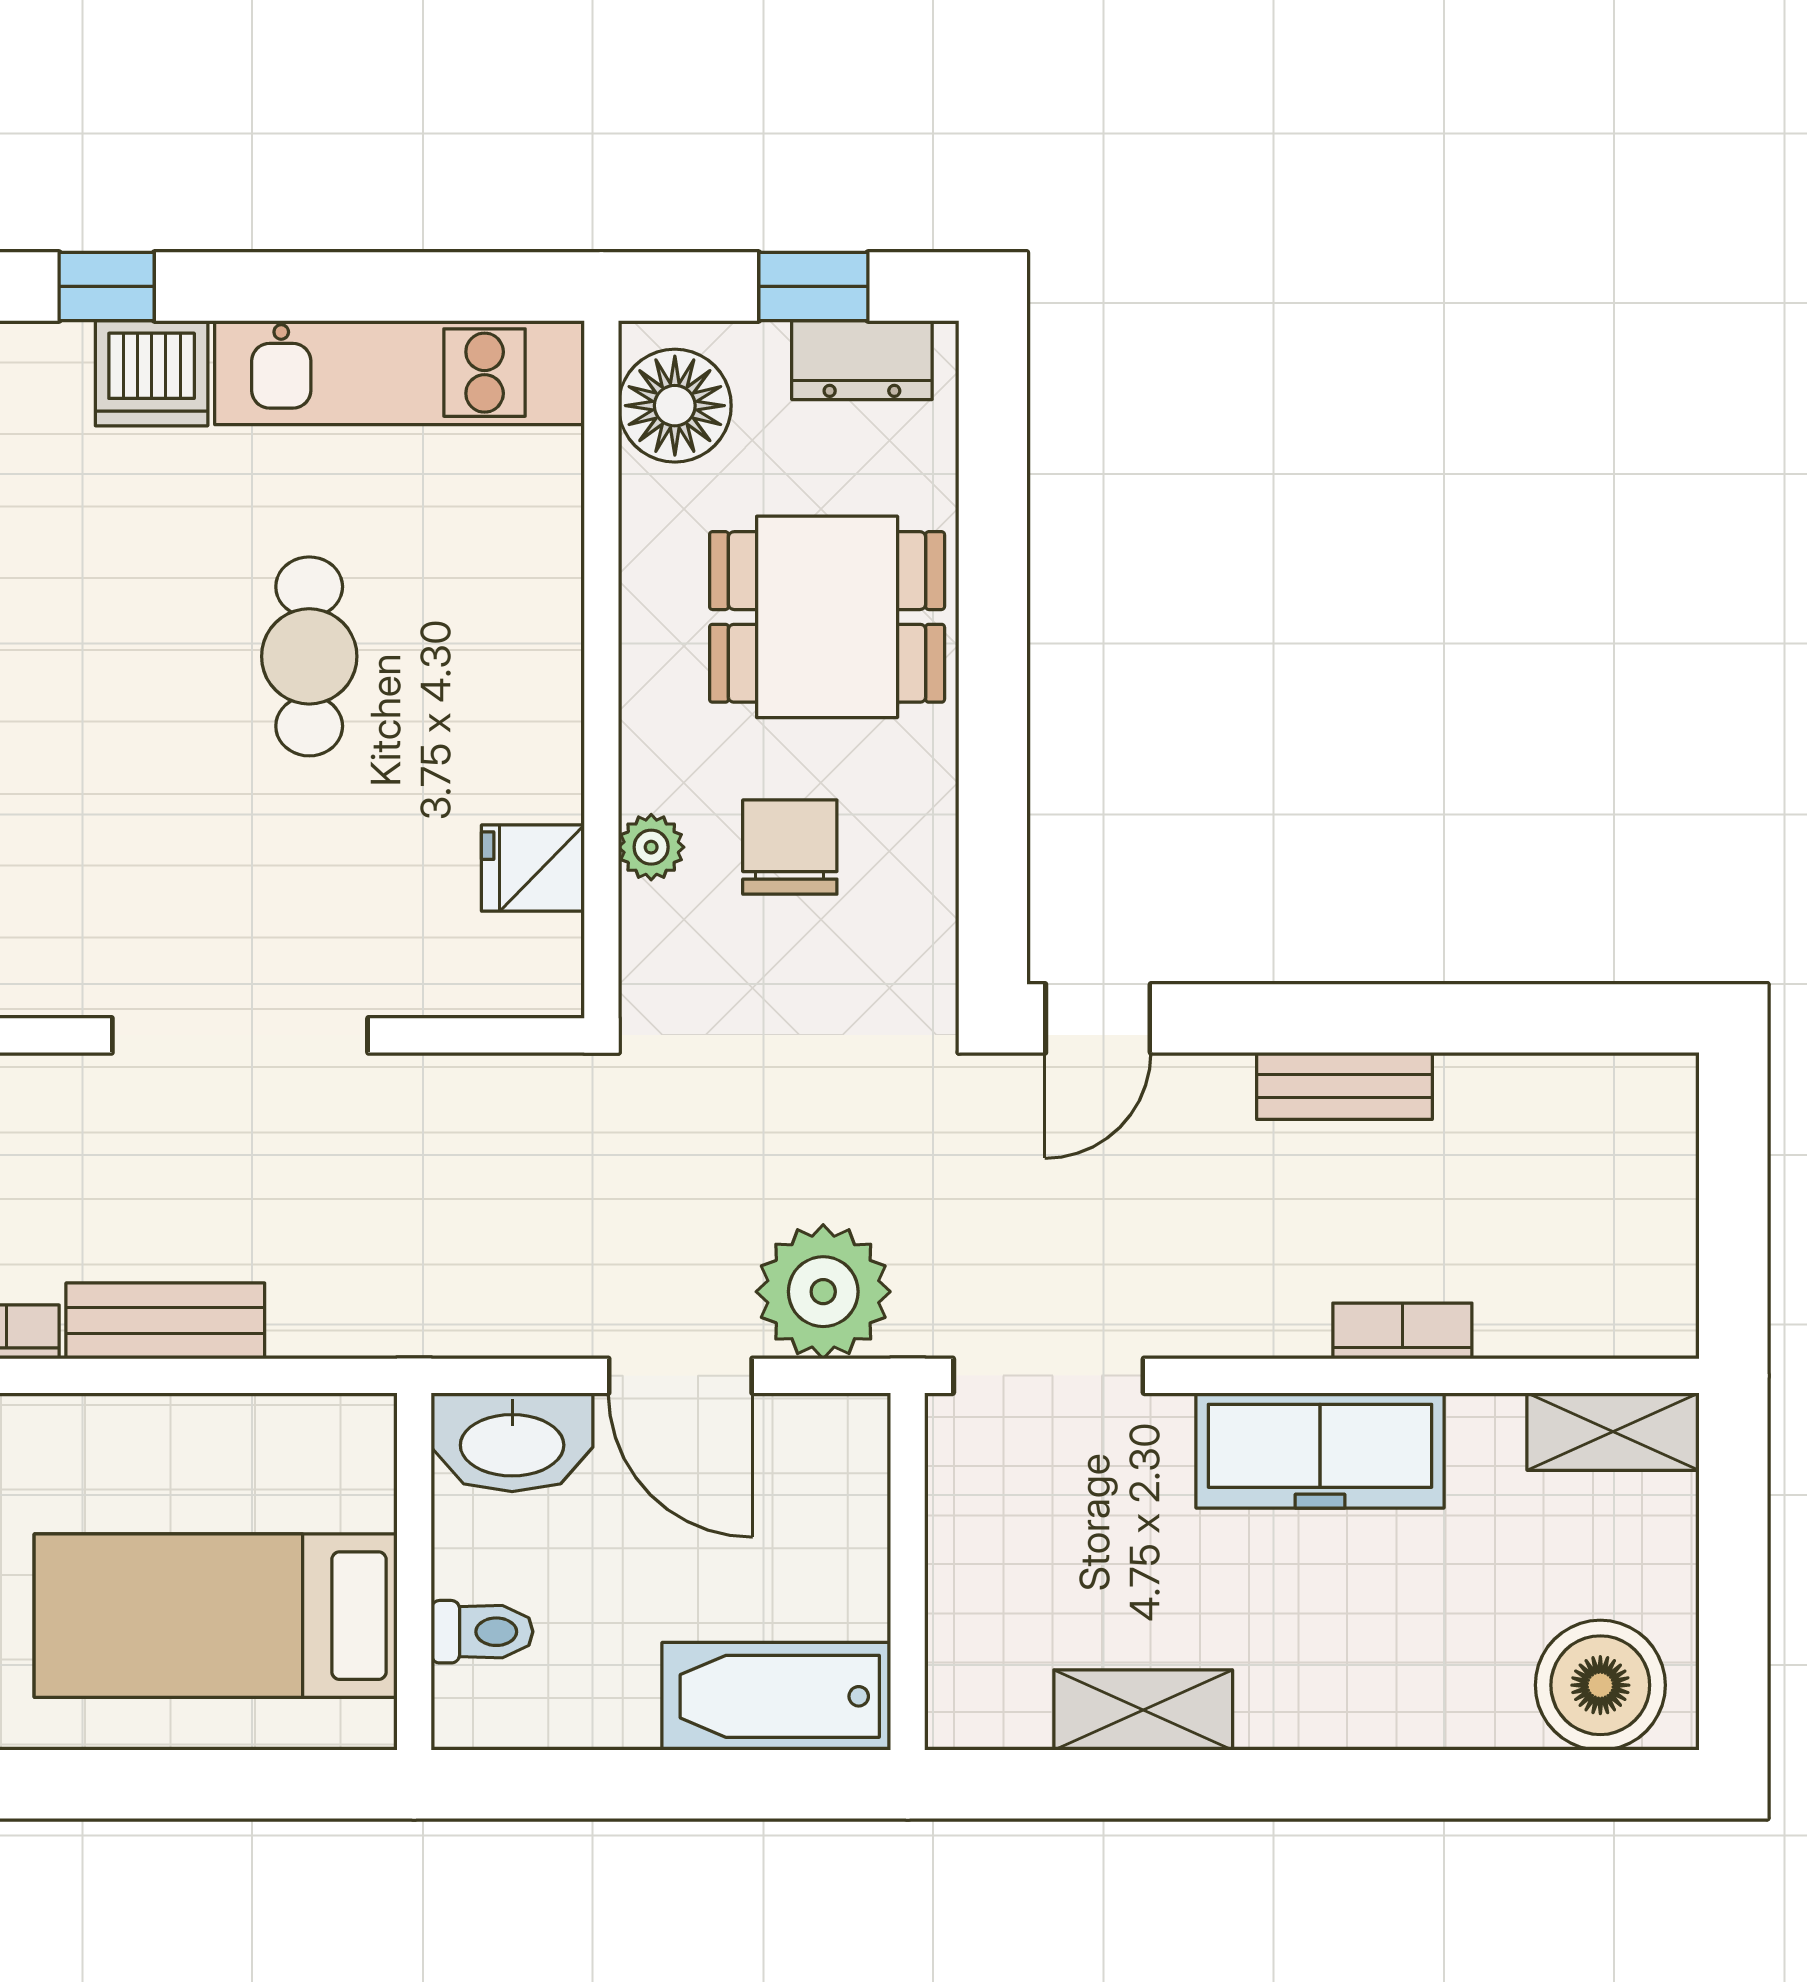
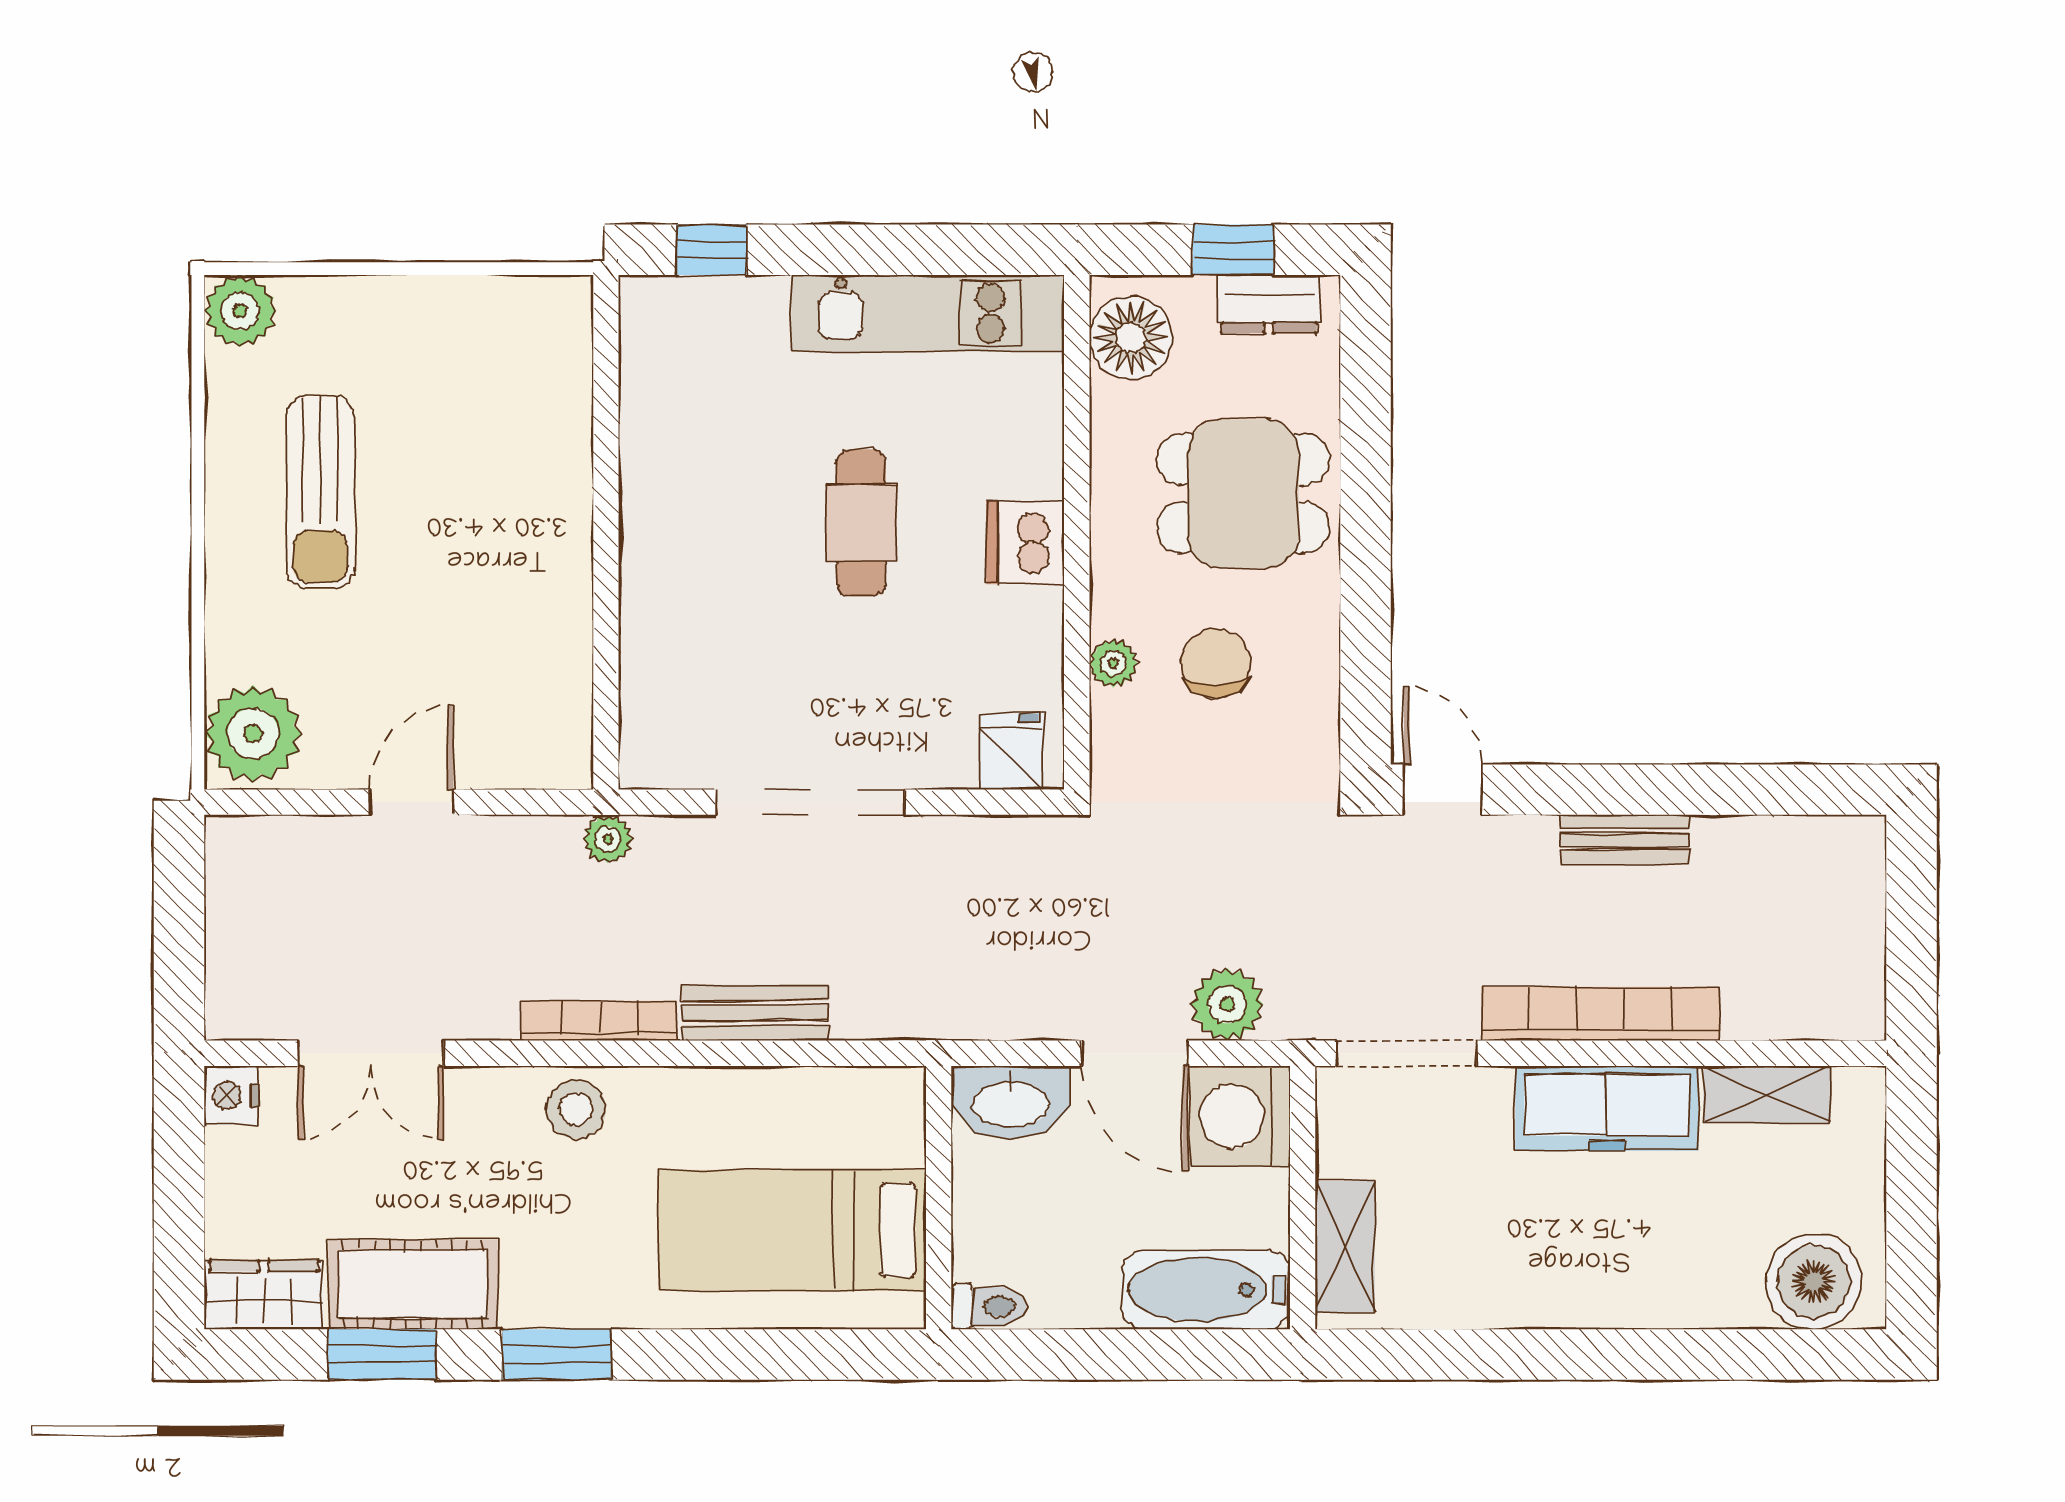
dishwasher: (152, 373) -> (1025, 542), moved, turned 90
fridge: (533, 868) -> (1012, 752), moved, turned 90
door: (1098, 1018) -> (1443, 790), swing flipped
plant: (823, 1292) -> (1227, 1004), width x0.73, depth x0.73
bookcase: (1402, 1331) -> (1600, 1014), width x2.31, depth x1.31
shelving: (1613, 1432) -> (1767, 1094), moved
washing machine: (822, 1461) -> (1240, 1116), added
toilet: (482, 1632) -> (989, 1306), moved
shelving: (1143, 1710) -> (1345, 1247), moved, turned 90

